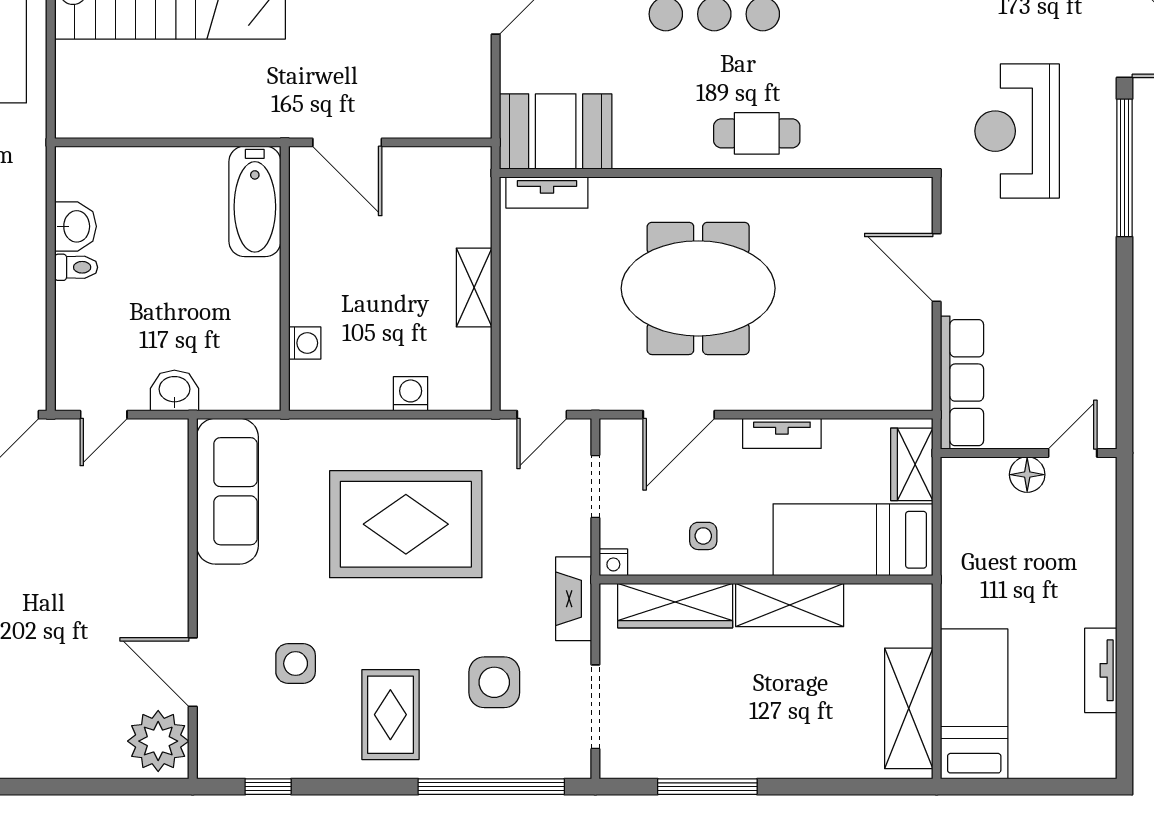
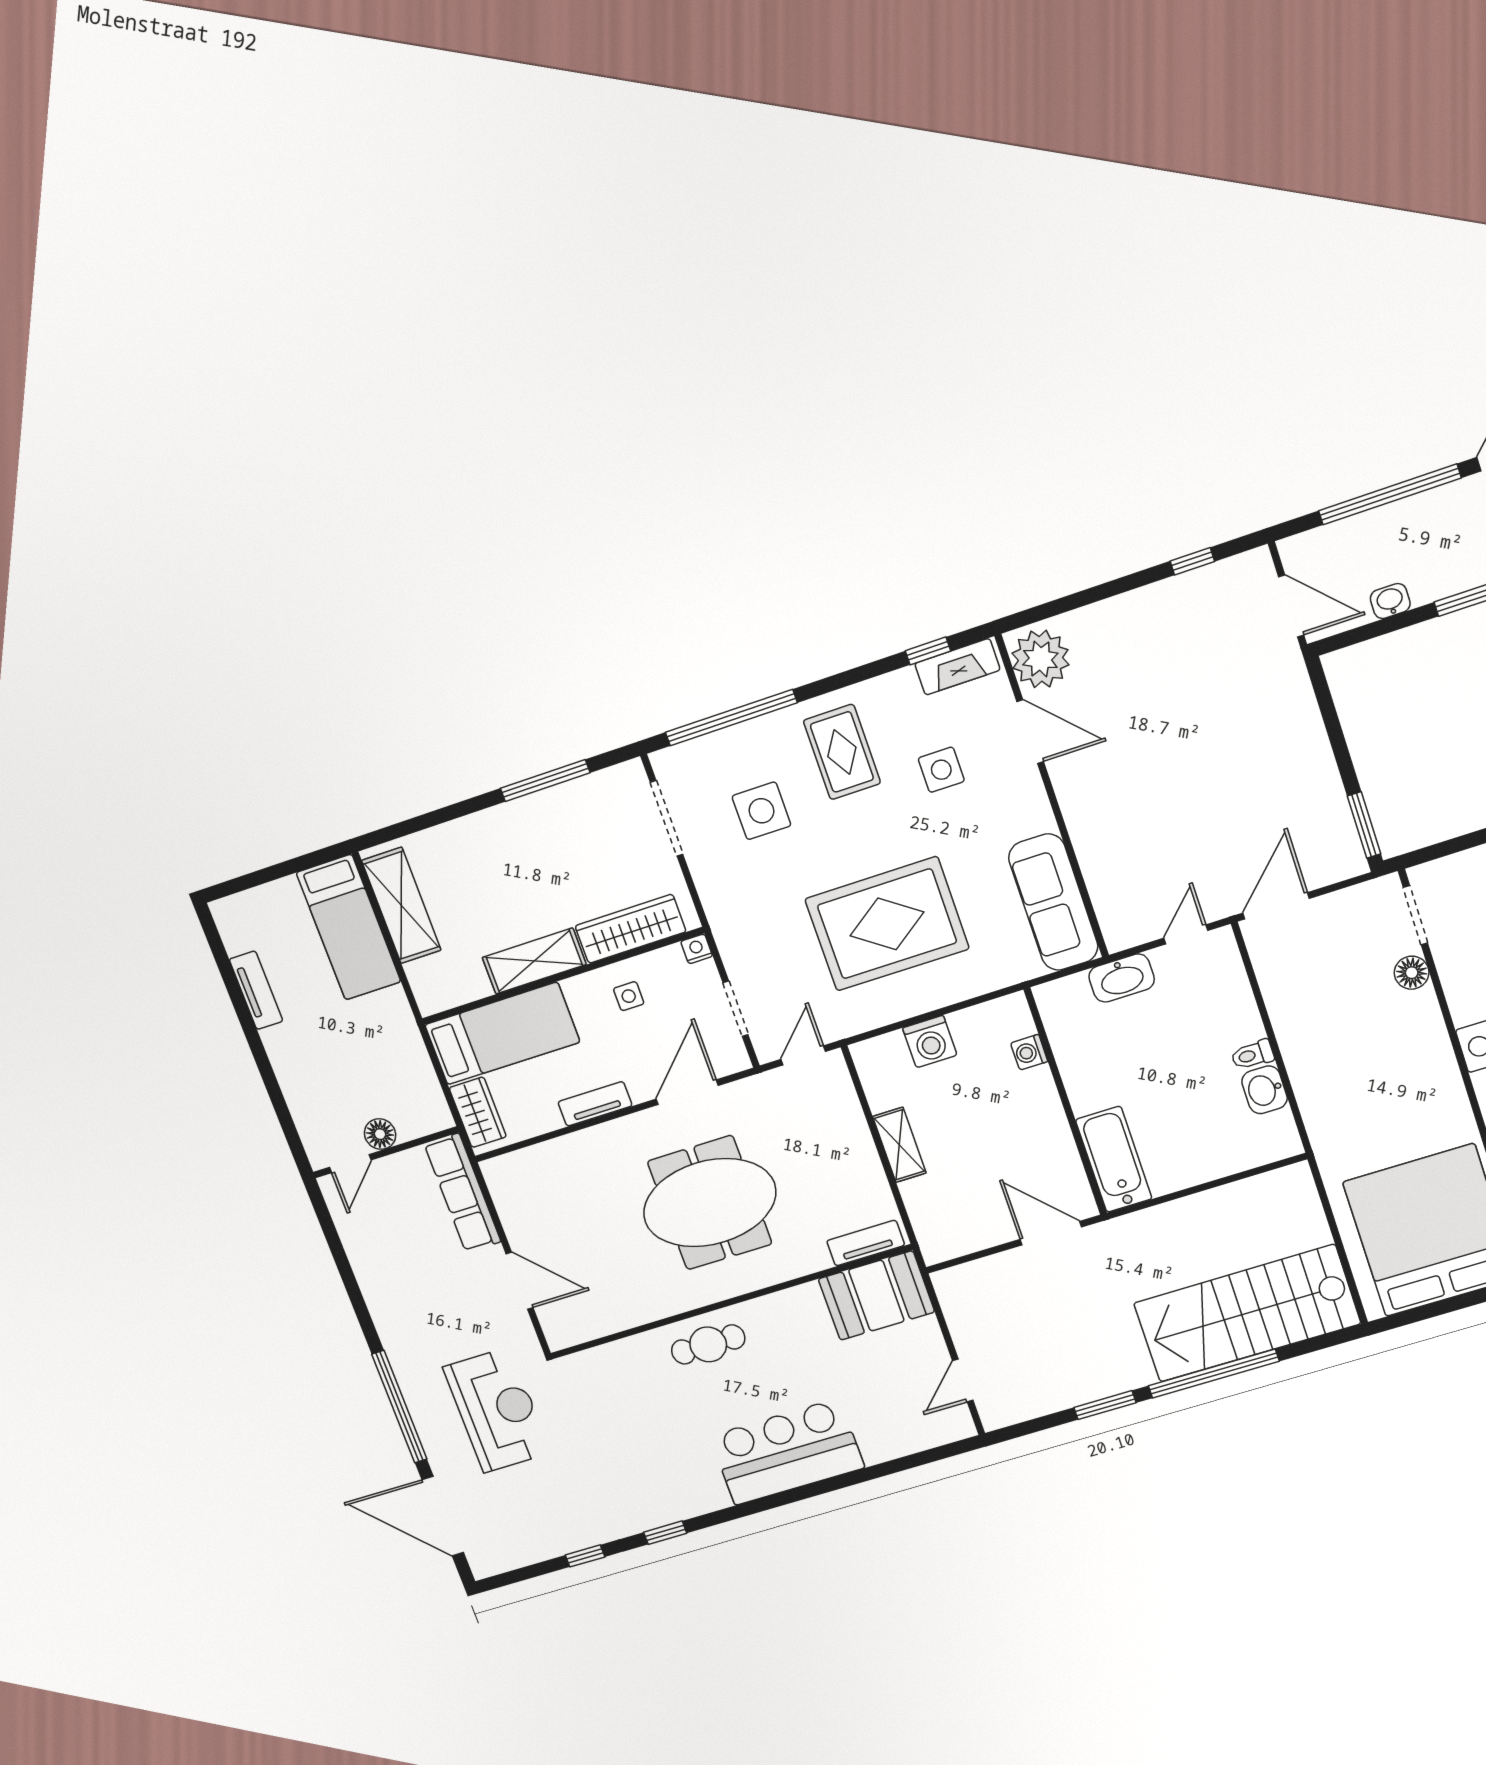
washbasin: (174, 390) -> (1122, 978), width x1.38
washing machine: (411, 394) -> (930, 1042), width x1.38, depth x1.38
fireplace: (574, 599) -> (957, 667), moved, turned 90

